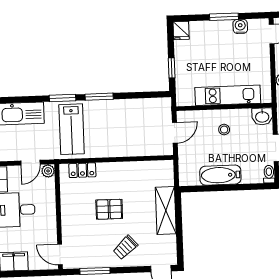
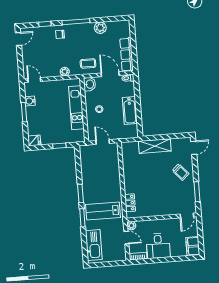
lab bench: (72, 129) -> (103, 211), turned 180
pallet: (109, 209) -> (155, 184), removed

